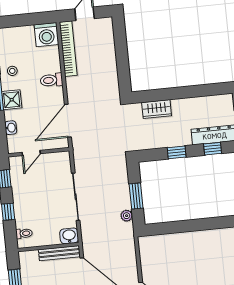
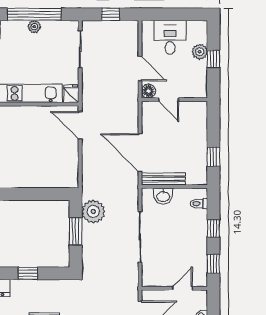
plant: (127, 216) -> (93, 211), width x1.88, depth x1.88
washbasin: (69, 236) -> (163, 196), moved

